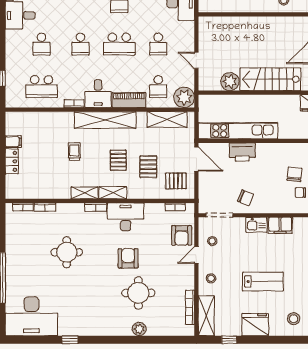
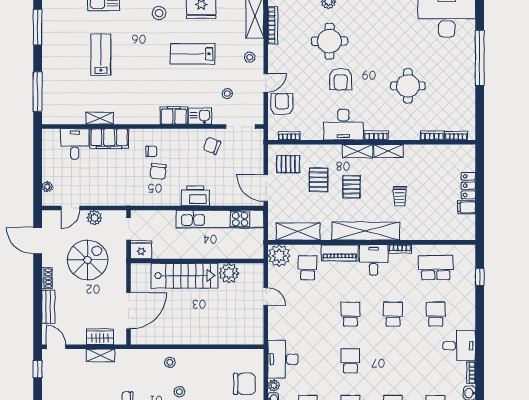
school desk: (119, 44) -> (350, 314), width x0.54
school desk: (158, 44) -> (308, 314), removed
printer: (242, 152) -> (195, 196), moved
stool: (212, 241) -> (227, 94), moved

